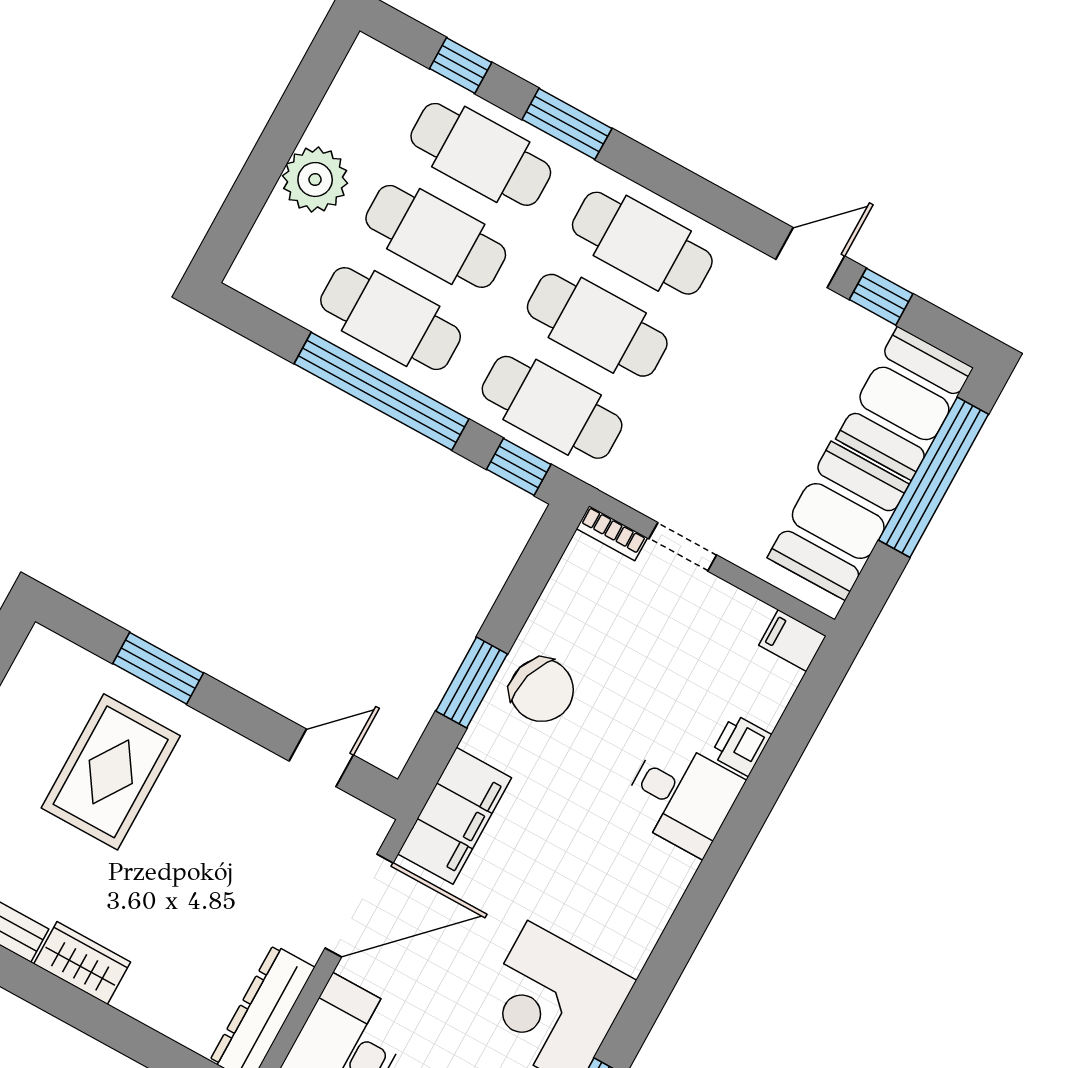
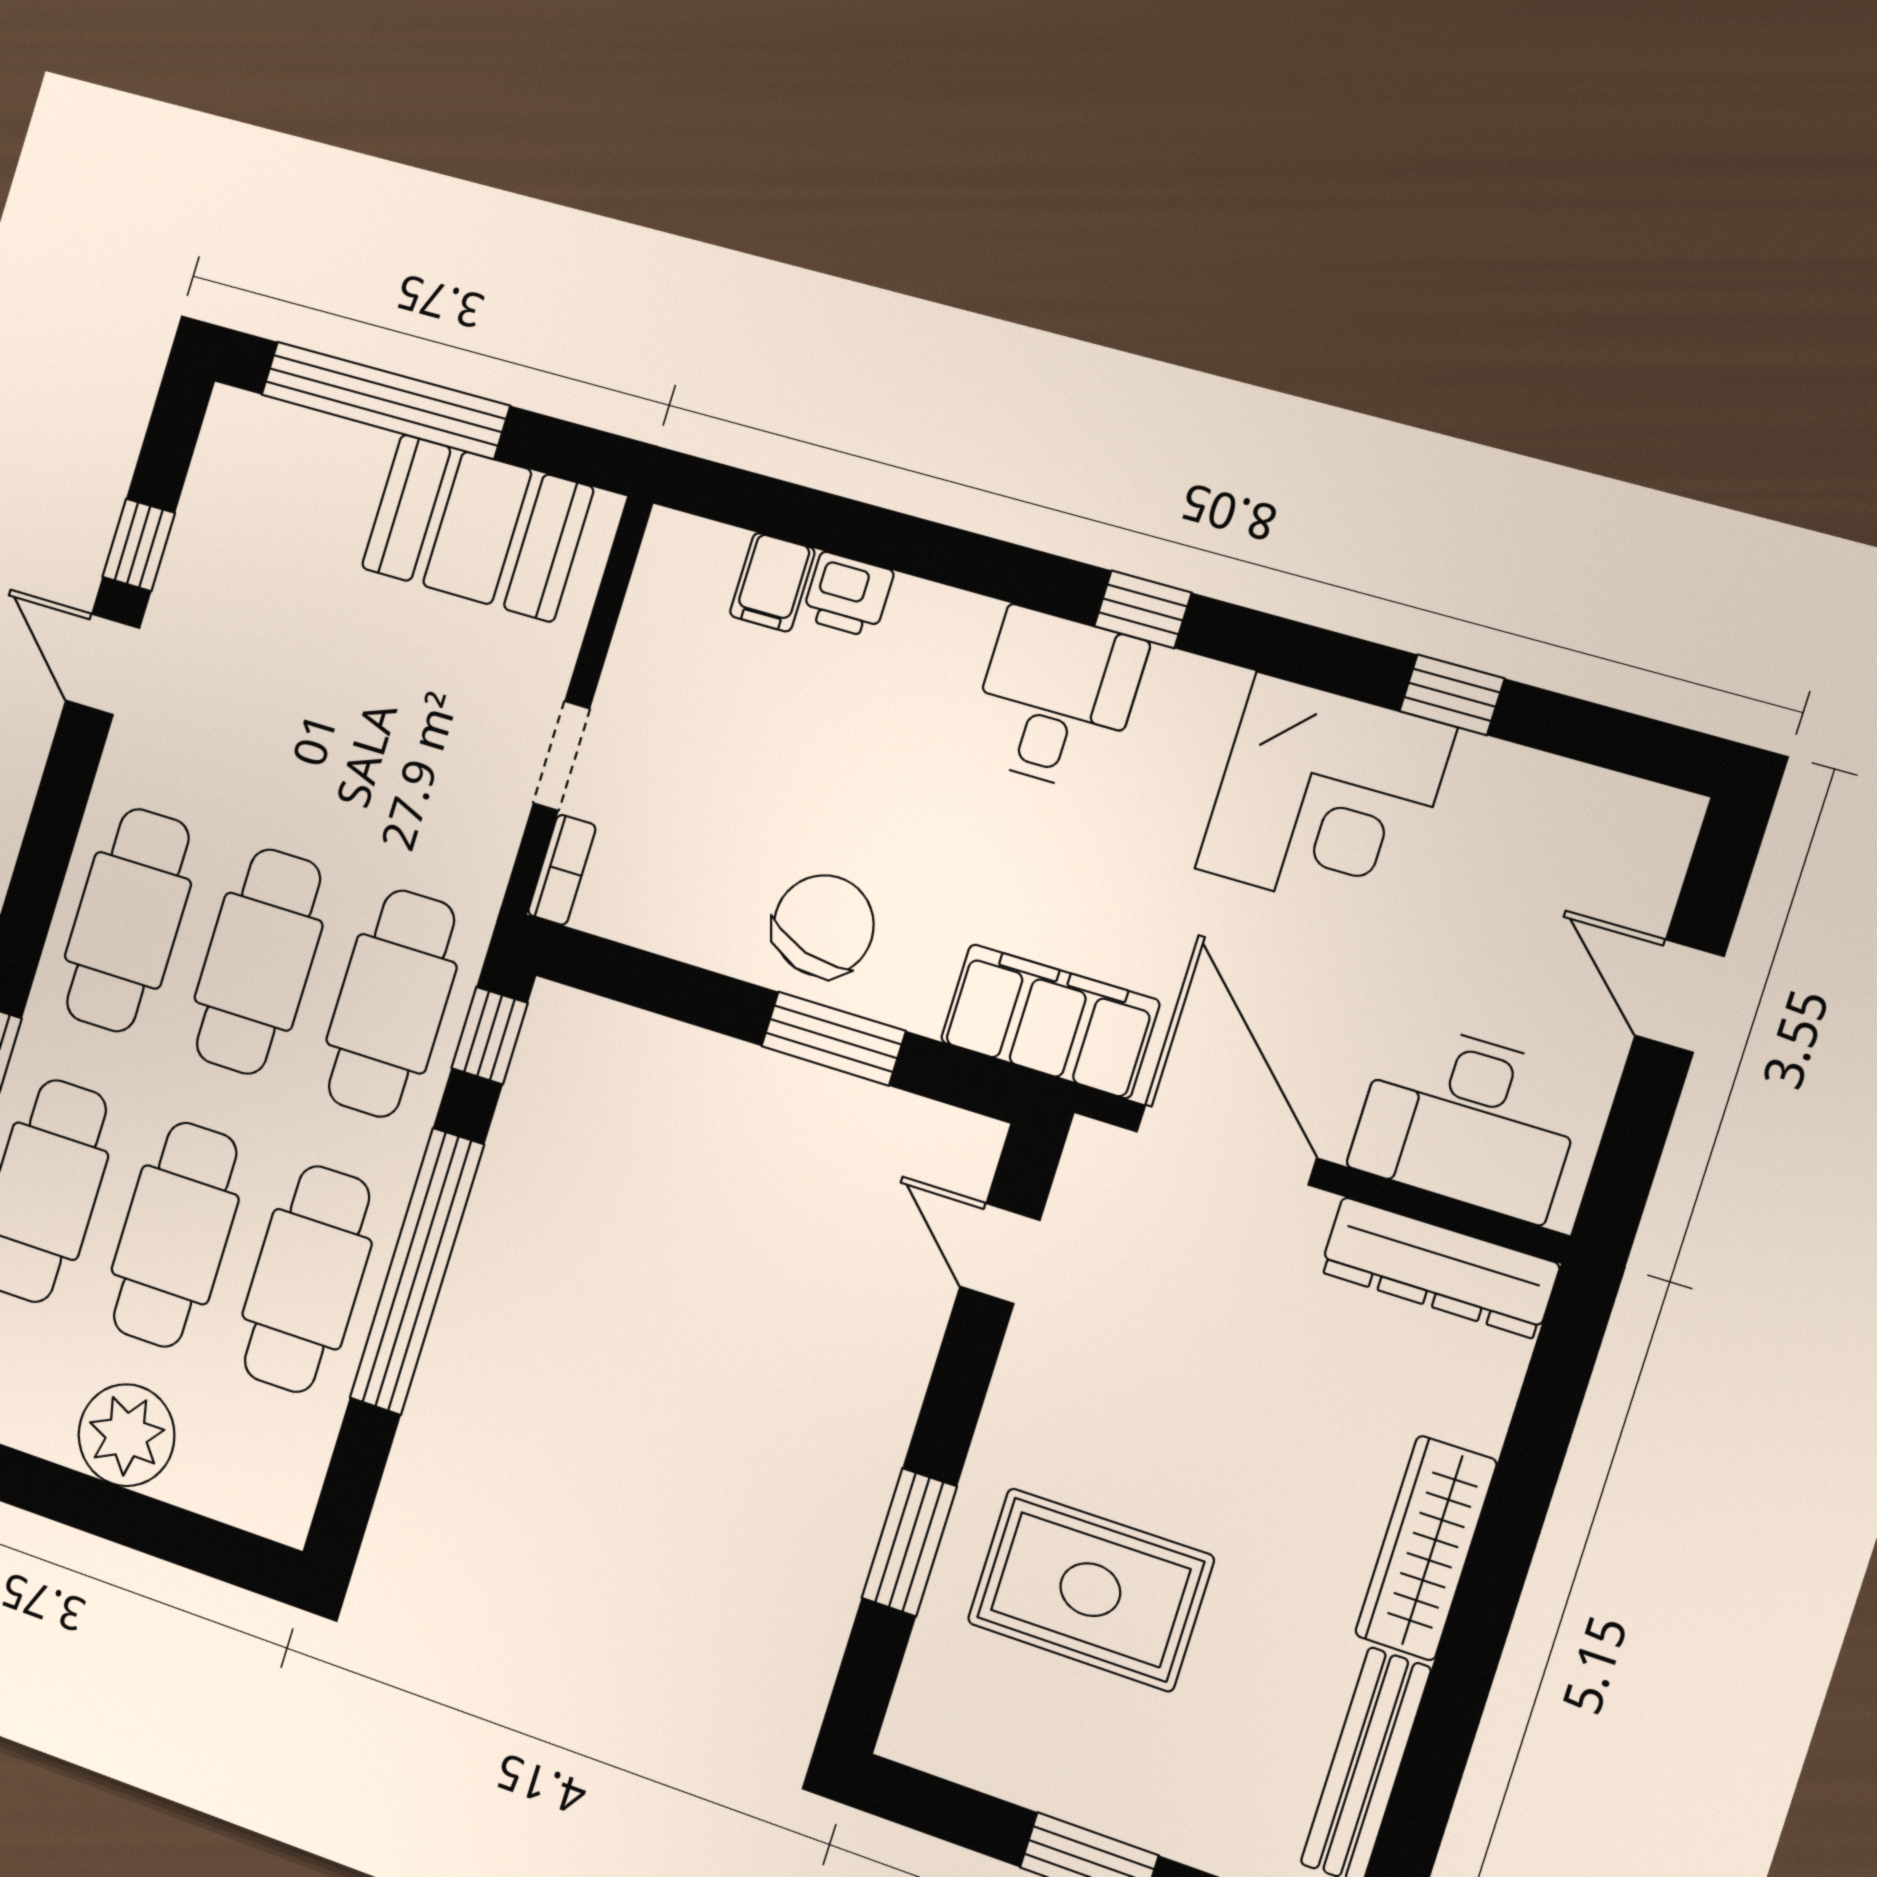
booth: (904, 403) -> (286, 471), removed
filing cabinet: (792, 641) -> (772, 582), moved
desk: (682, 796) -> (1056, 699), moved
window: (690, 921) -> (1143, 609), added
wardrobe: (82, 963) -> (1426, 1548), width x1.50

